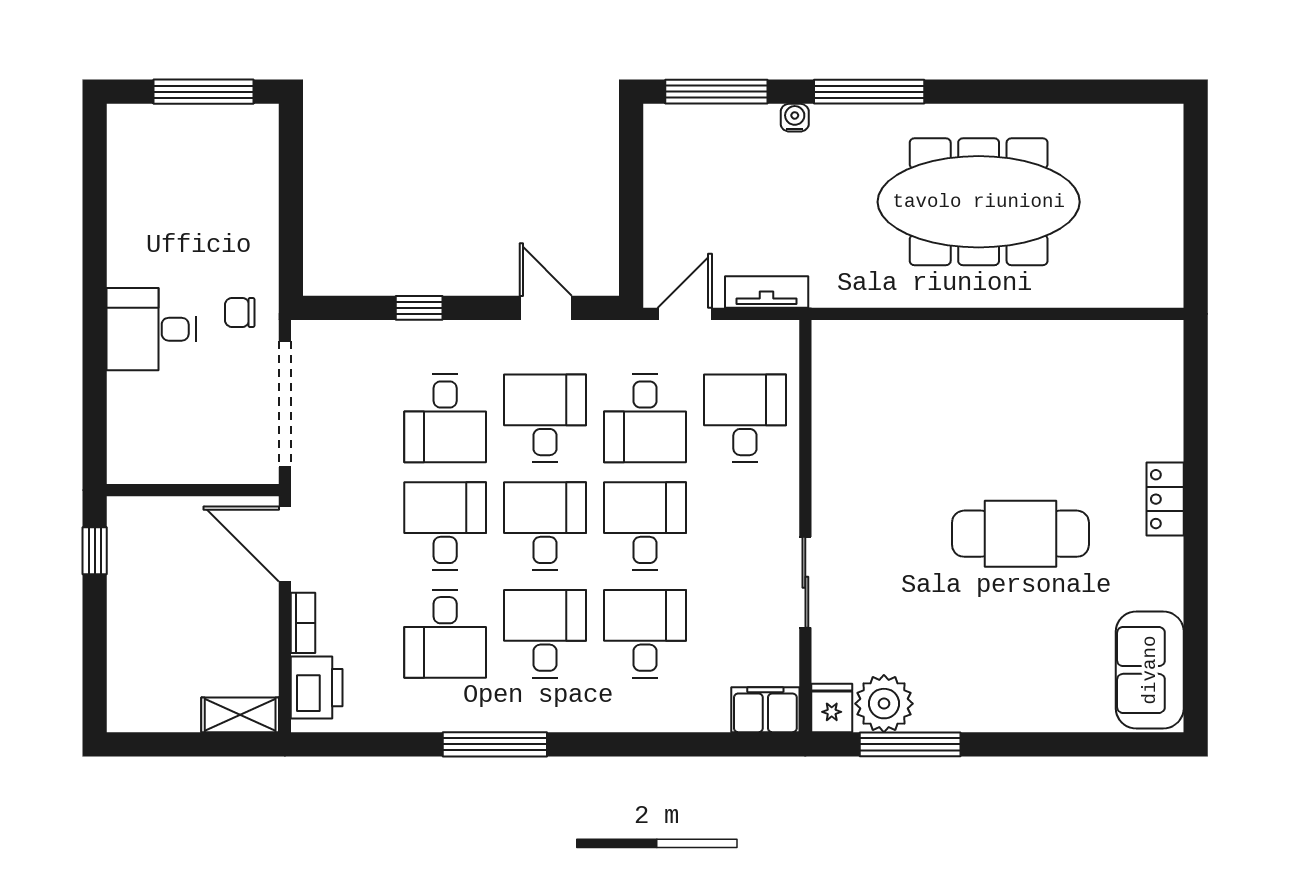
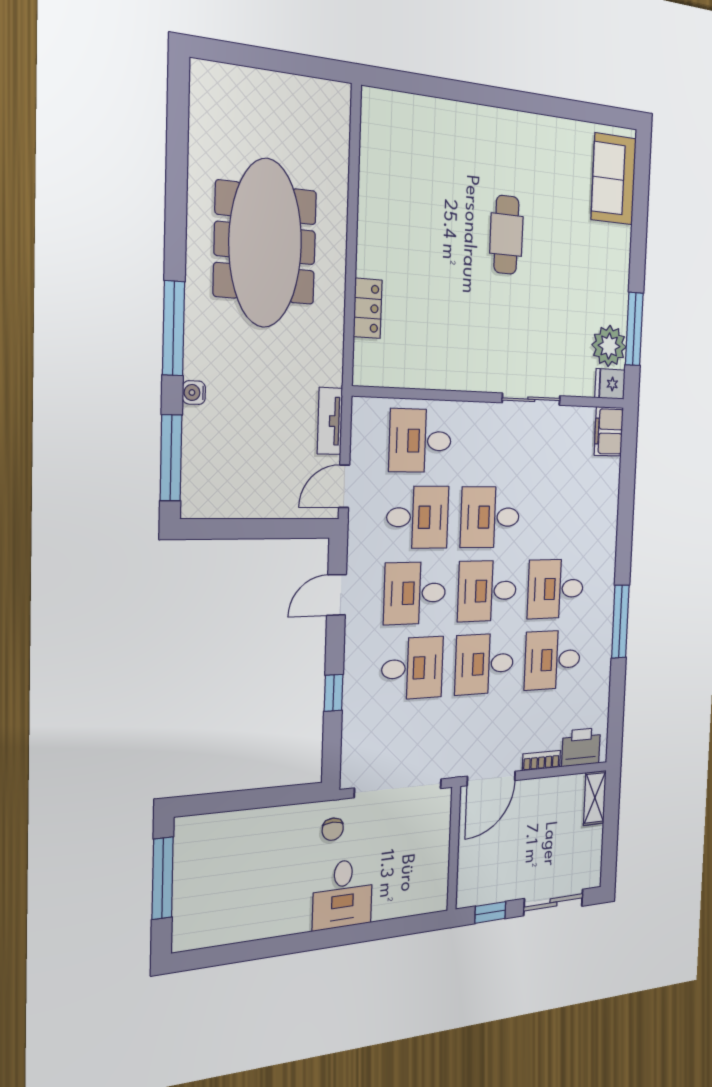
door: (685, 314) -> (344, 486), hinge flipped
locker: (1165, 499) -> (368, 308), moved, turned -90
cafe table: (1020, 534) -> (506, 235), width x0.73, depth x0.74
desk: (445, 634) -> (553, 660), turned 180
desk: (645, 634) -> (559, 517), removed
sliding door: (95, 653) -> (553, 902), added
sofa: (1150, 670) -> (614, 179), moved, turned 90

